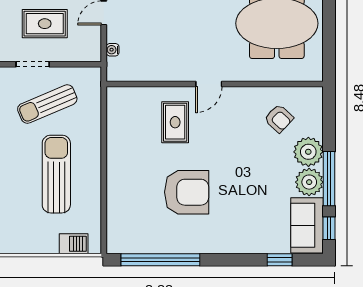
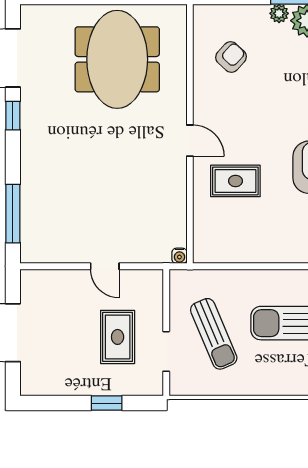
water cooler: (113, 50) -> (179, 256), moved
plant: (308, 152) -> (279, 13), width x0.53, depth x0.53

